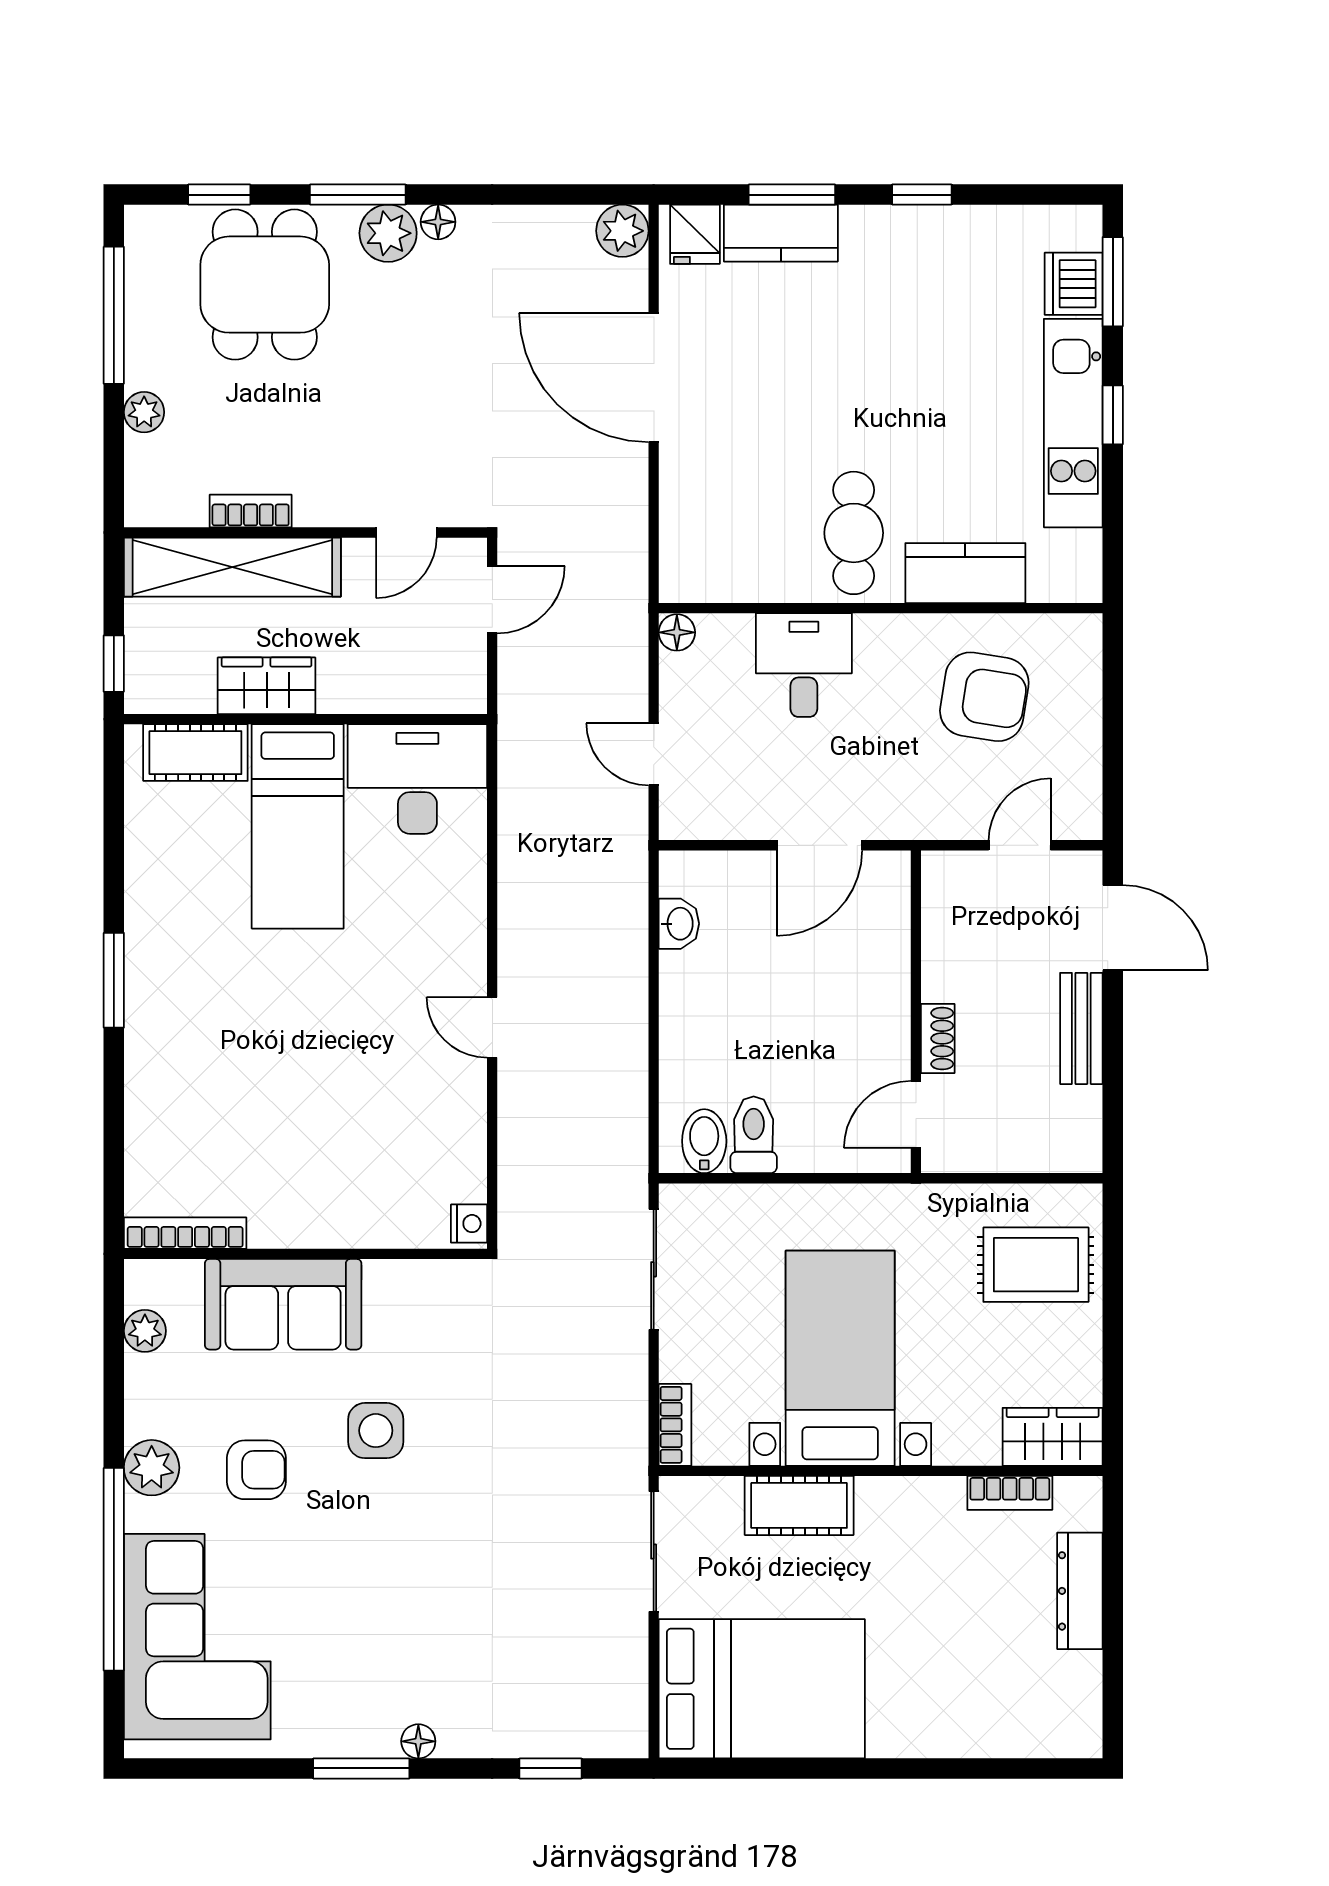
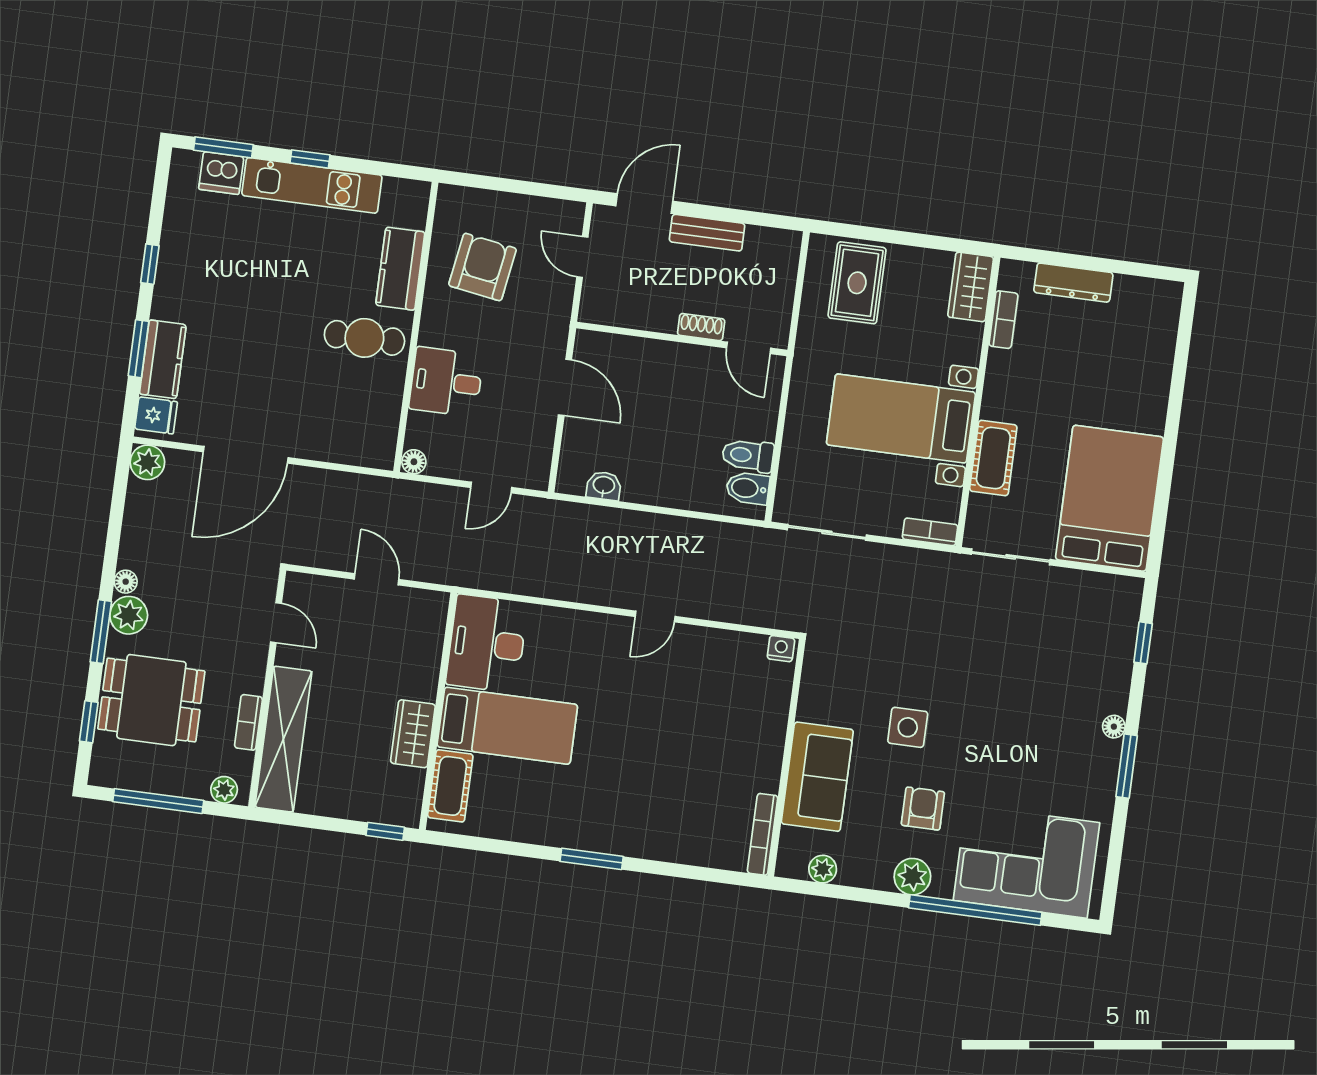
bookcase: (251, 511) -> (248, 722), moved
wall: (306, 533) -> (267, 688), moved
door: (406, 533) -> (276, 623), moved
shelving: (232, 567) -> (283, 739), moved

